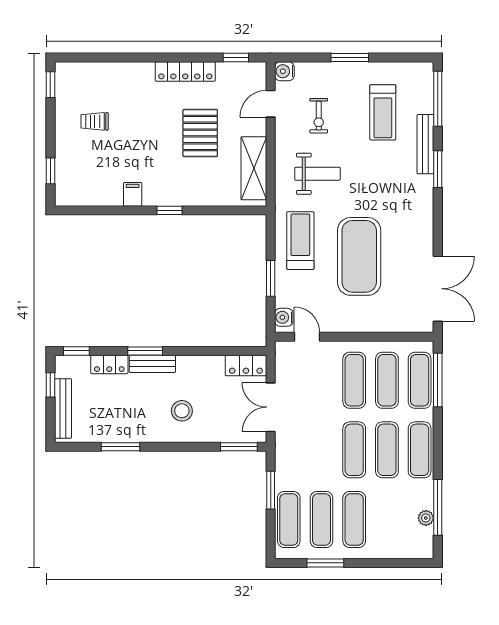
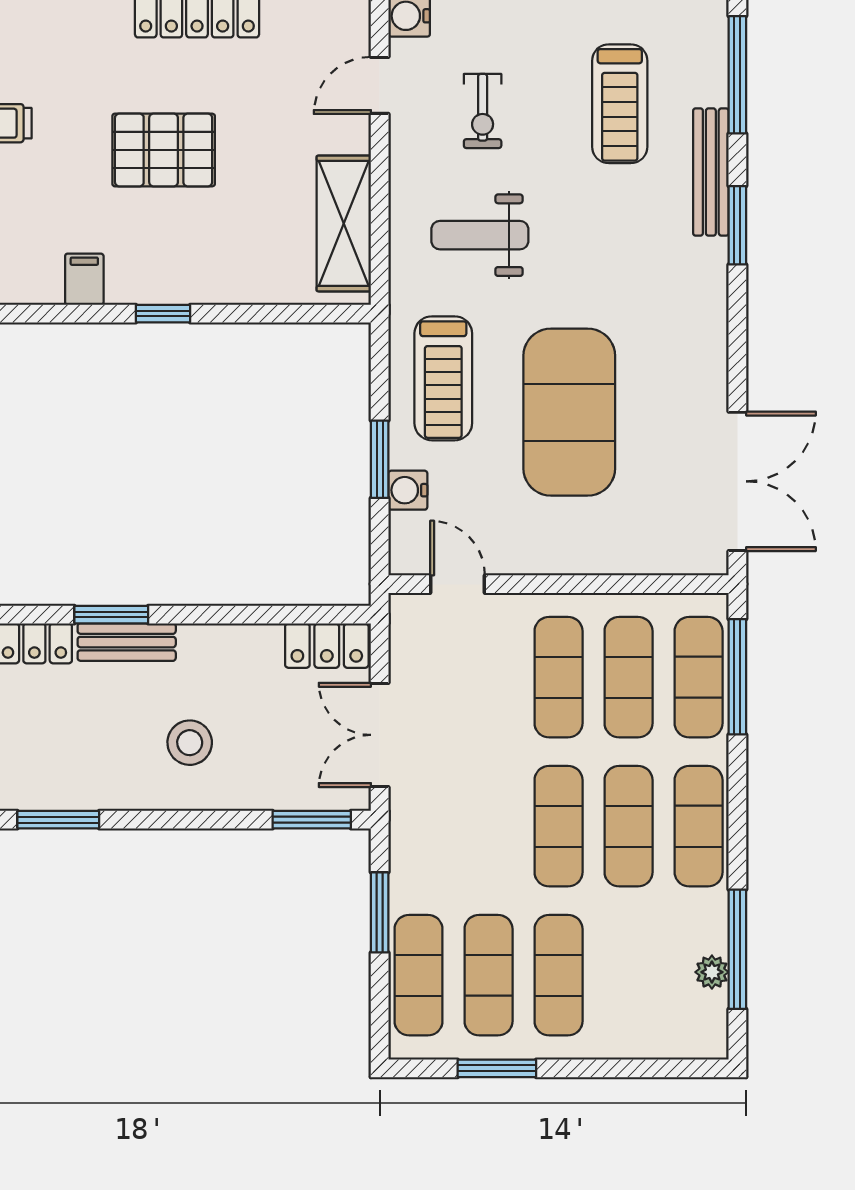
pallet: (200, 133) -> (164, 150), moved, turned 90
weight bench: (317, 174) -> (480, 235), turned 180
treadmill: (300, 241) -> (443, 378), turned 180
water cooler: (284, 317) -> (408, 490), moved

